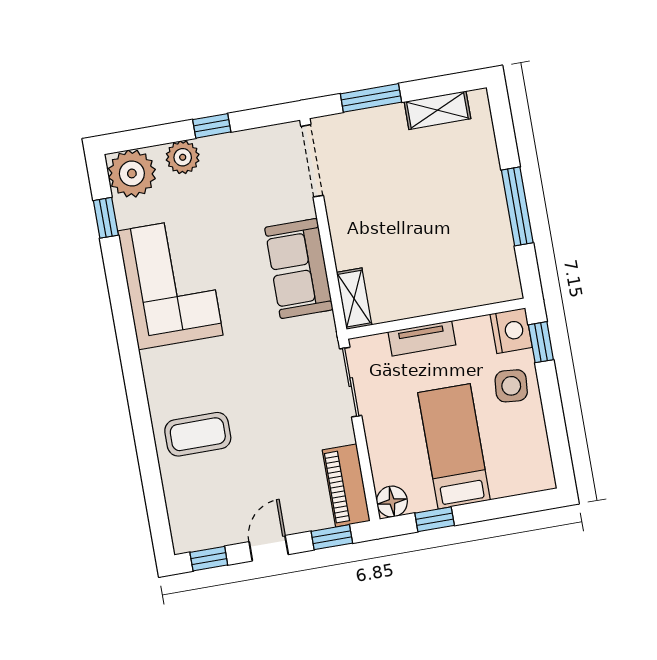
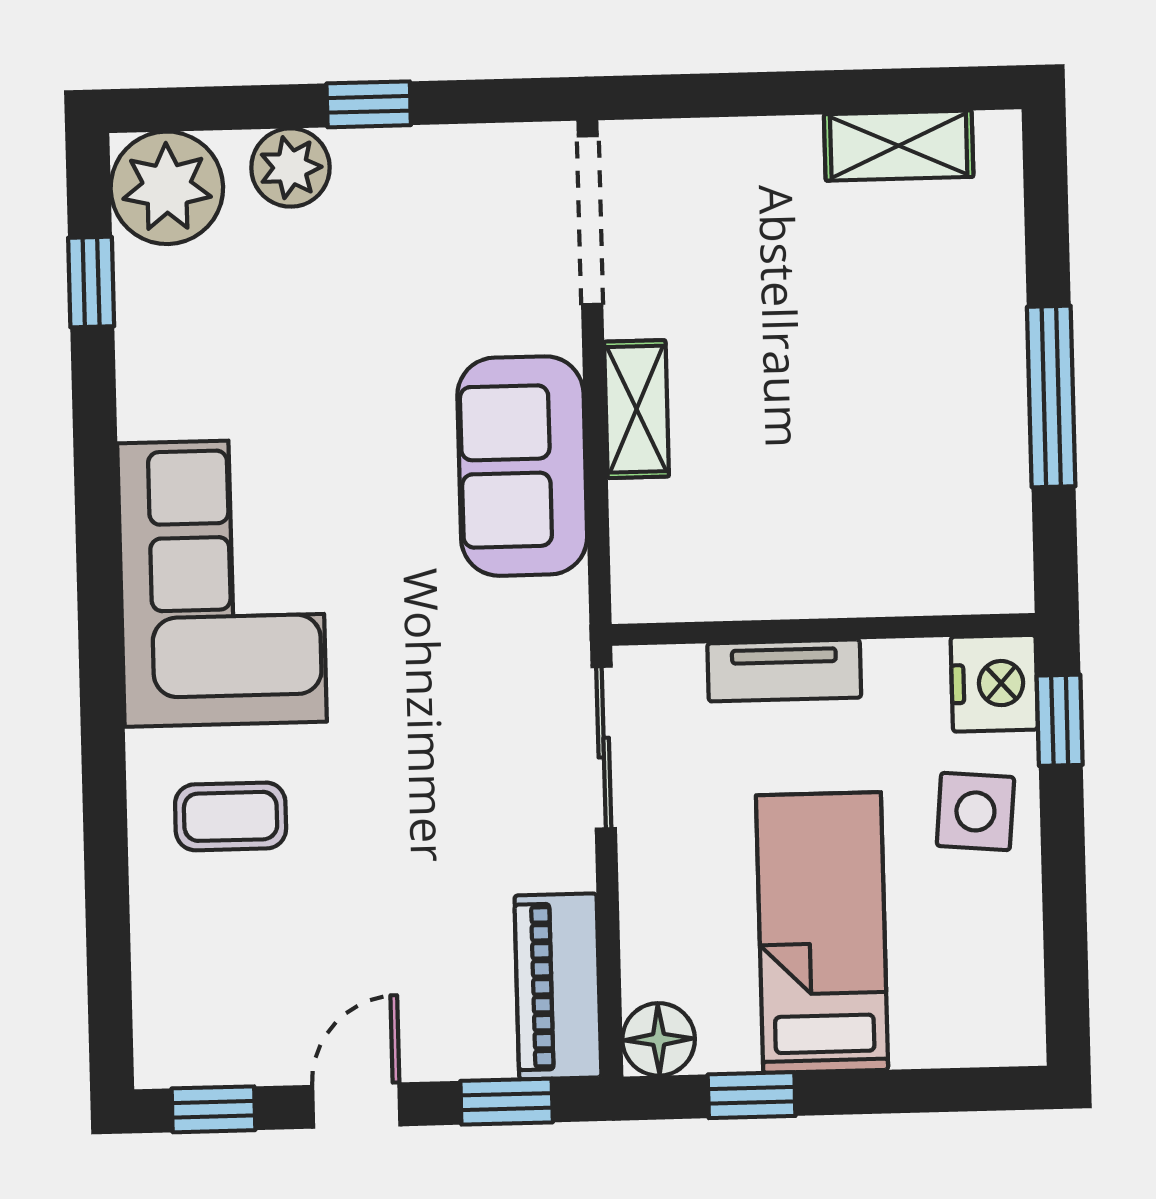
window: (371, 98) -> (748, 94), removed
corner sofa: (170, 283) -> (222, 583), moved
shelving: (354, 299) -> (637, 409), moved
coffee table: (198, 434) -> (231, 816), width x0.73, depth x0.77

